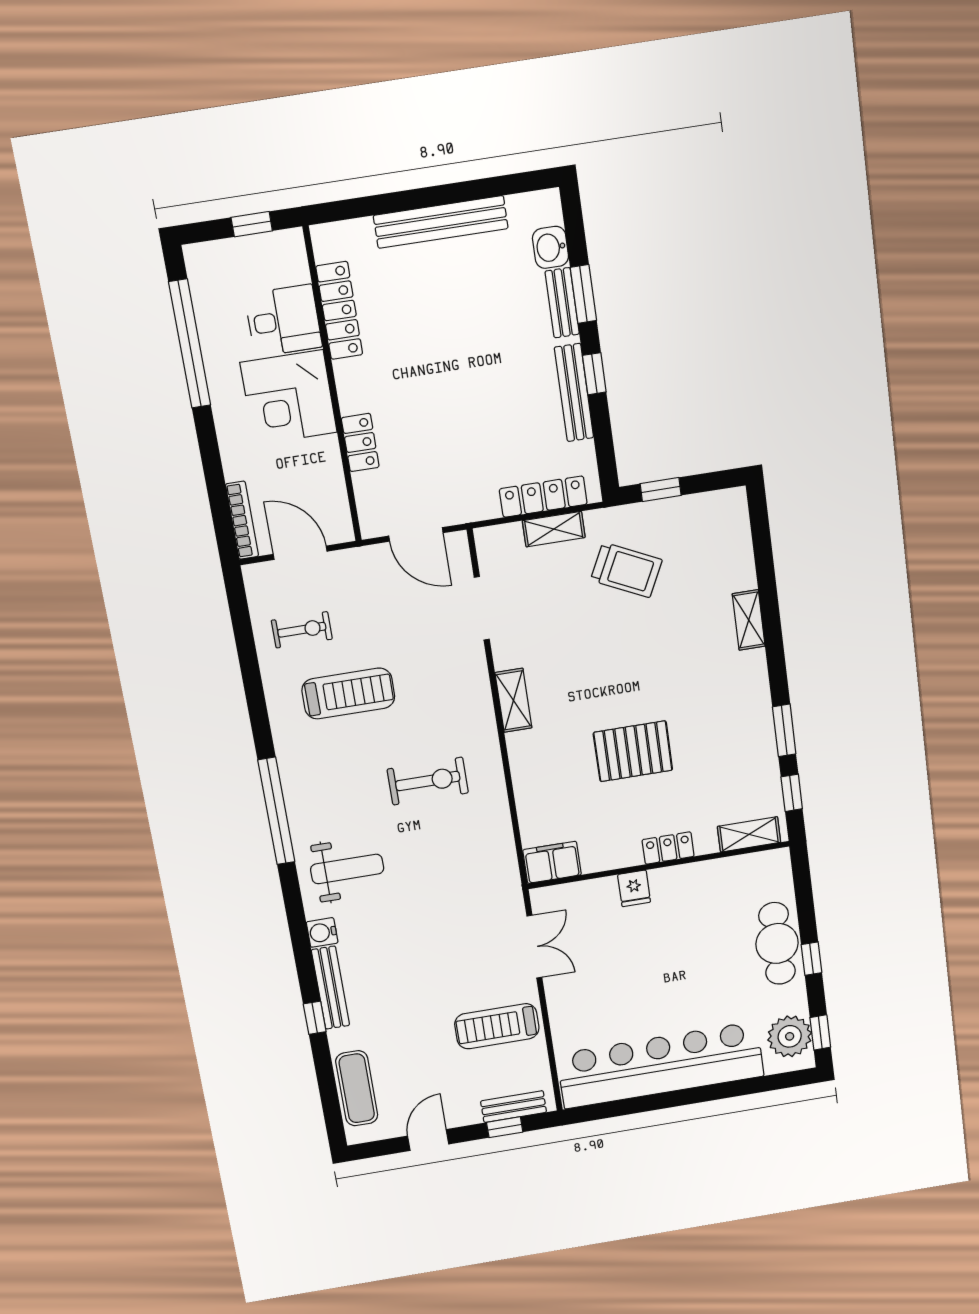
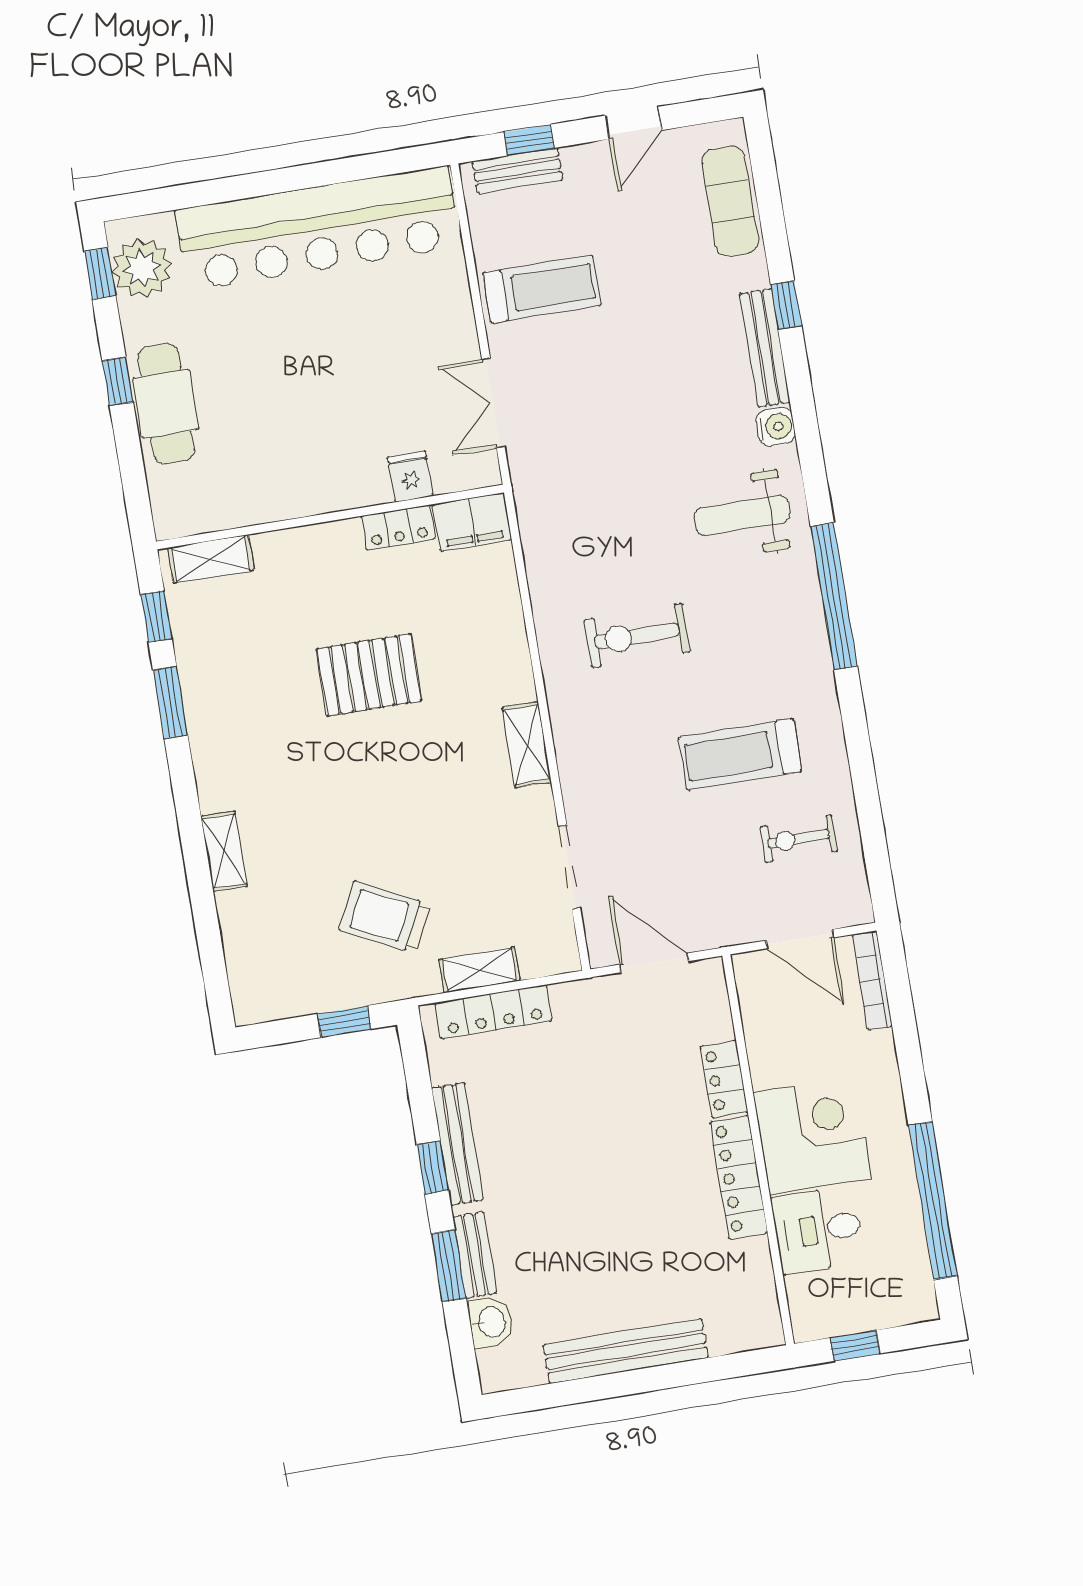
locker: (339, 310) -> (739, 1177), moved
locker: (668, 848) -> (398, 528), moved
fridge: (634, 888) -> (410, 477), moved

